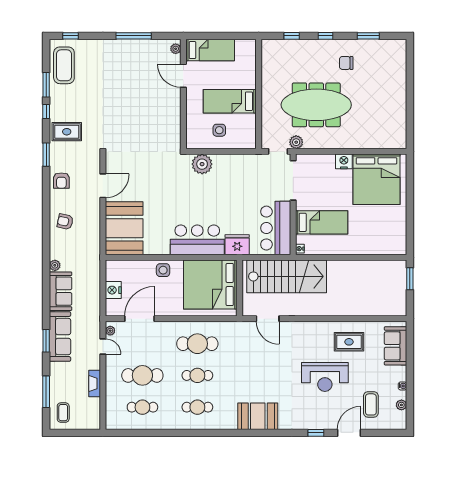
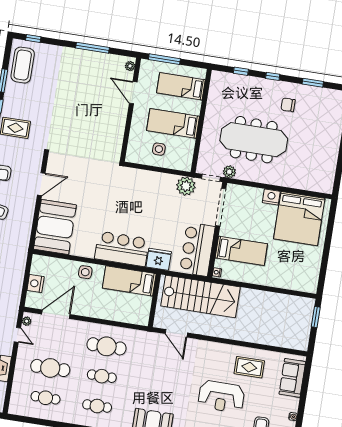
window: (210, 36) -> (164, 59), added
bed: (210, 50) -> (181, 86), moved, turned 180
plant: (202, 164) -> (186, 186), moved
bed: (210, 284) -> (129, 281), width x0.49

